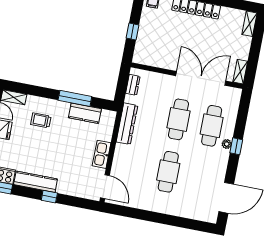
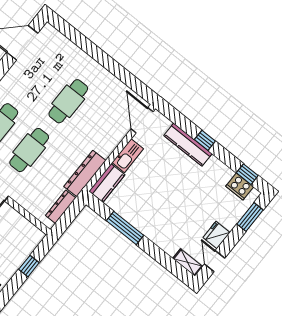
dresser: (133, 85) -> (61, 207), width x1.44
kitchen counter: (85, 113) -> (107, 183), moved, turned 90
trolley: (41, 120) -> (172, 224), removed
kitchen counter: (36, 182) -> (188, 145), moved

